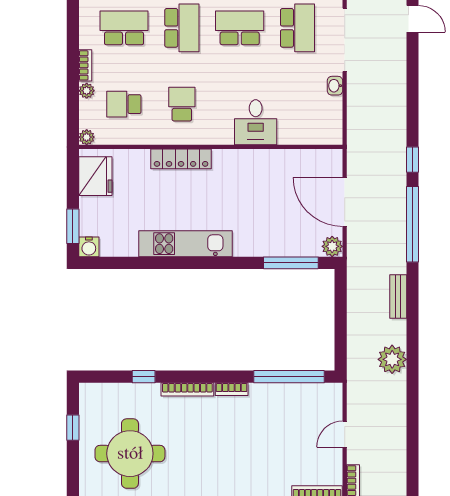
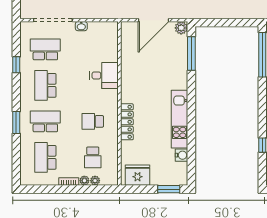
plant: (87, 137) -> (95, 181), moved
water cooler: (89, 247) -> (182, 155), moved

